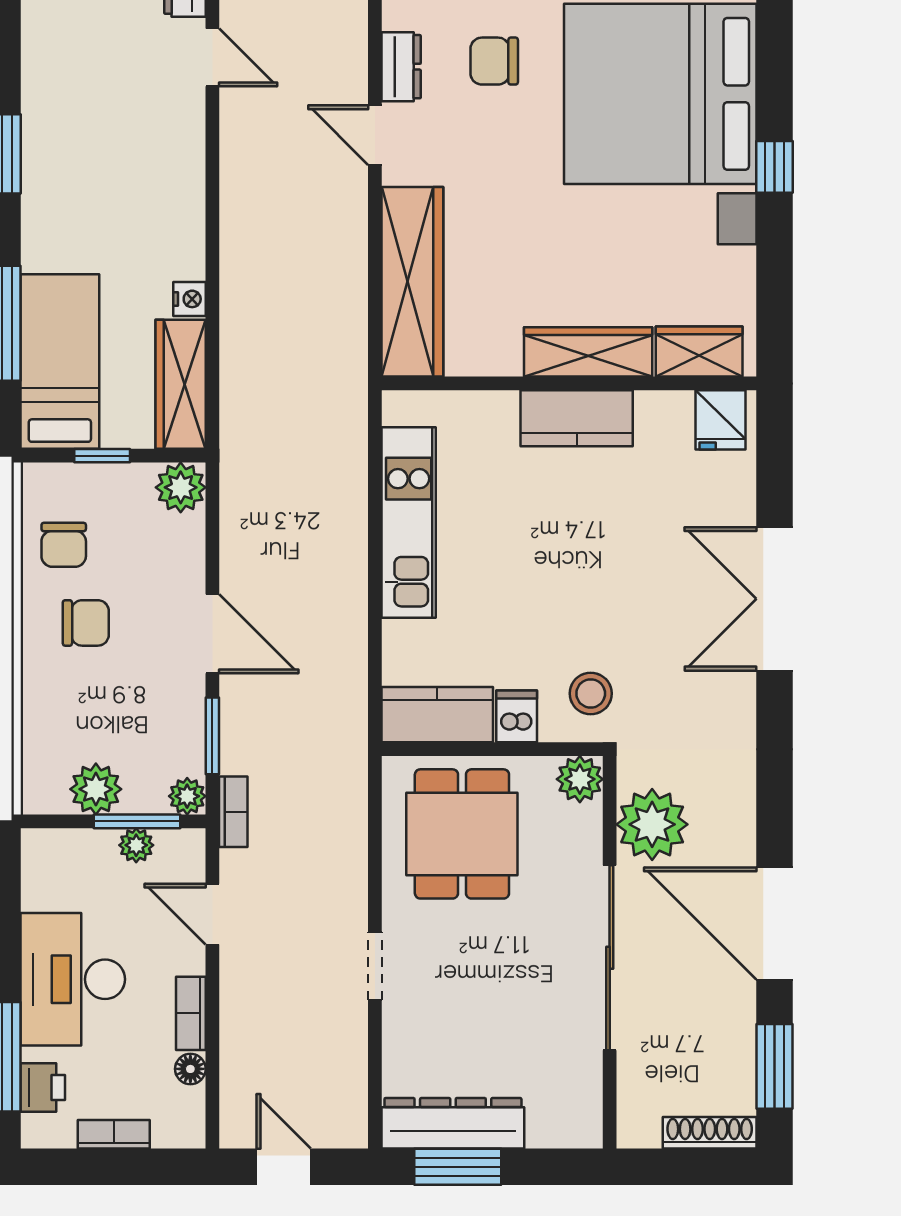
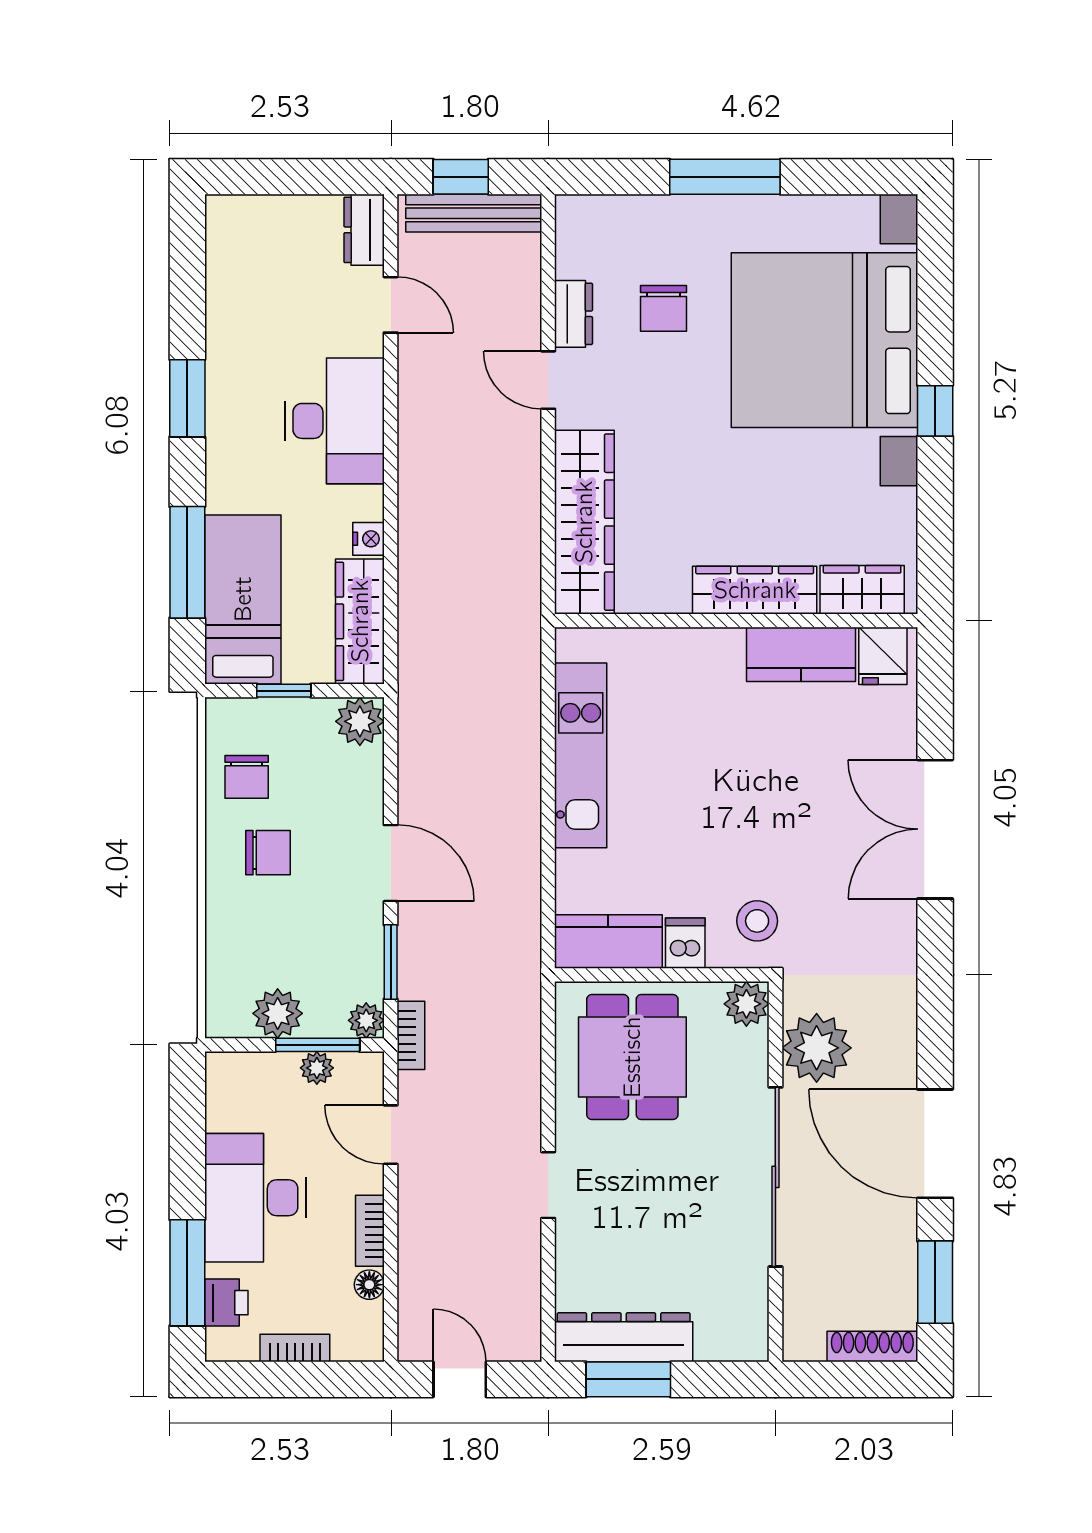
chair: (494, 61) -> (664, 308), turned -90
desk: (155, 177) -> (335, 421), added
kitchen counter: (577, 418) -> (801, 654), moved

